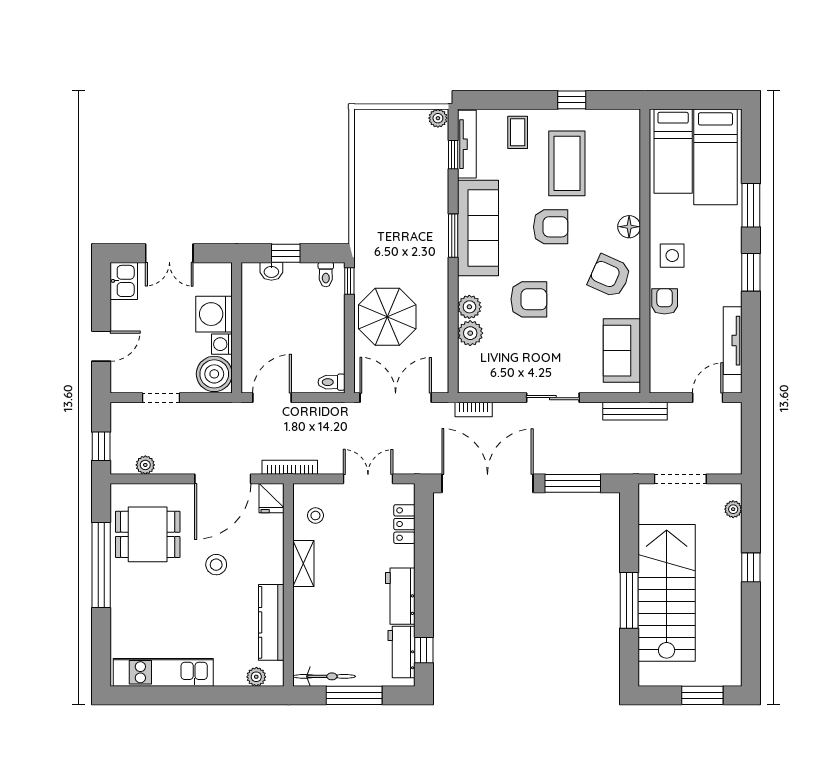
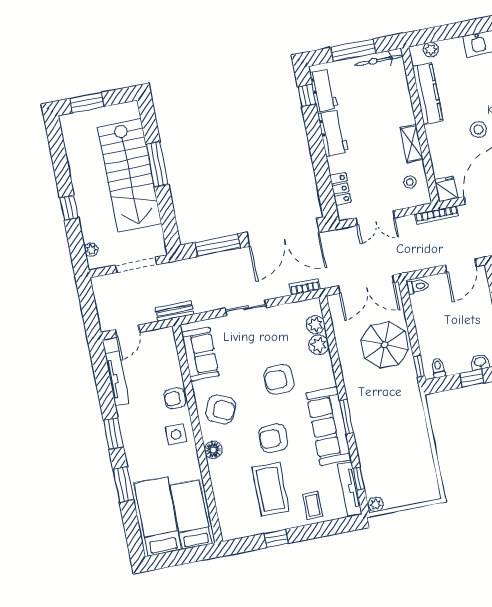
armchair: (665, 301) -> (175, 398), turned 90
plant: (469, 307) -> (315, 325), moved
bench: (635, 411) -> (175, 311), width x0.73

